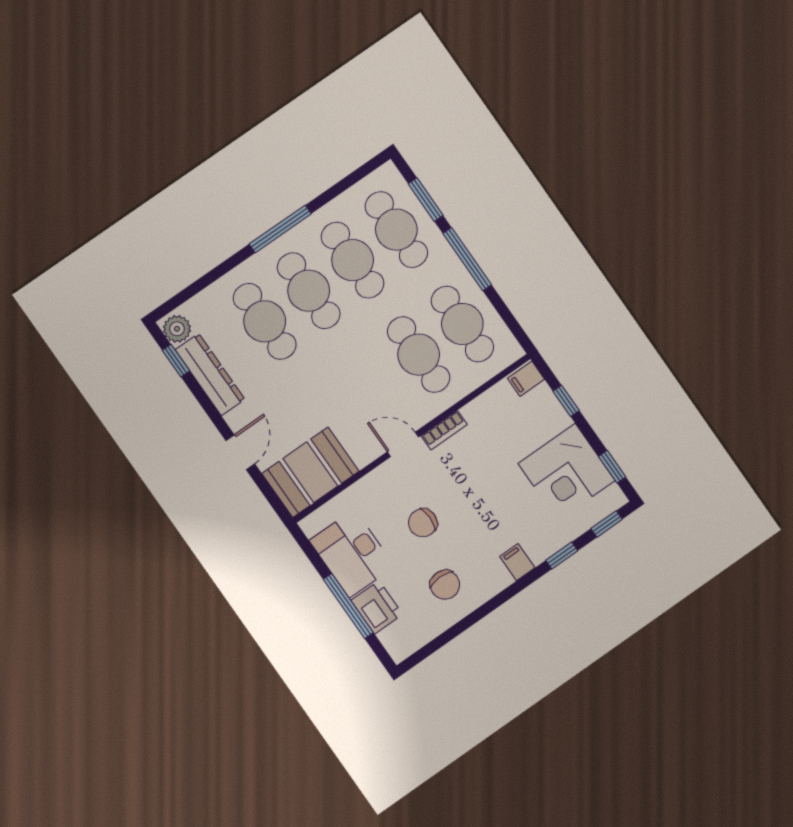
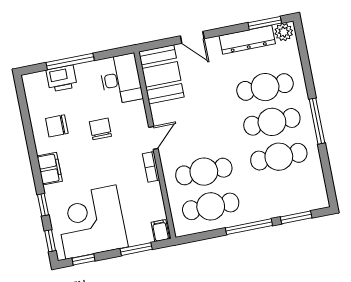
cafe table: (396, 230) -> (286, 192), removed
window: (176, 361) -> (265, 23), width x1.50
window: (566, 401) -> (136, 249), width x1.50
corner desk: (567, 472) -> (91, 222), width x1.36, depth x1.36
desk: (352, 553) -> (121, 79), moved, turned 90
filing cabinet: (517, 562) -> (50, 169), width x2.00

